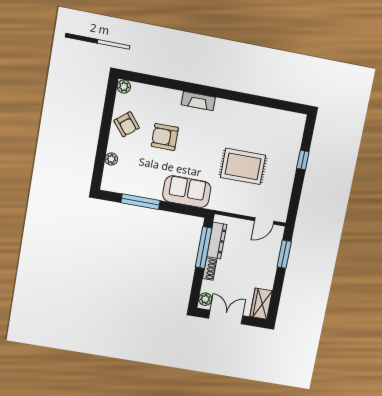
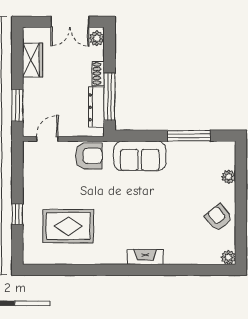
armchair: (165, 137) -> (89, 156), moved
rug: (243, 166) -> (68, 226), moved
wardrobe: (261, 304) -> (33, 60), moved

